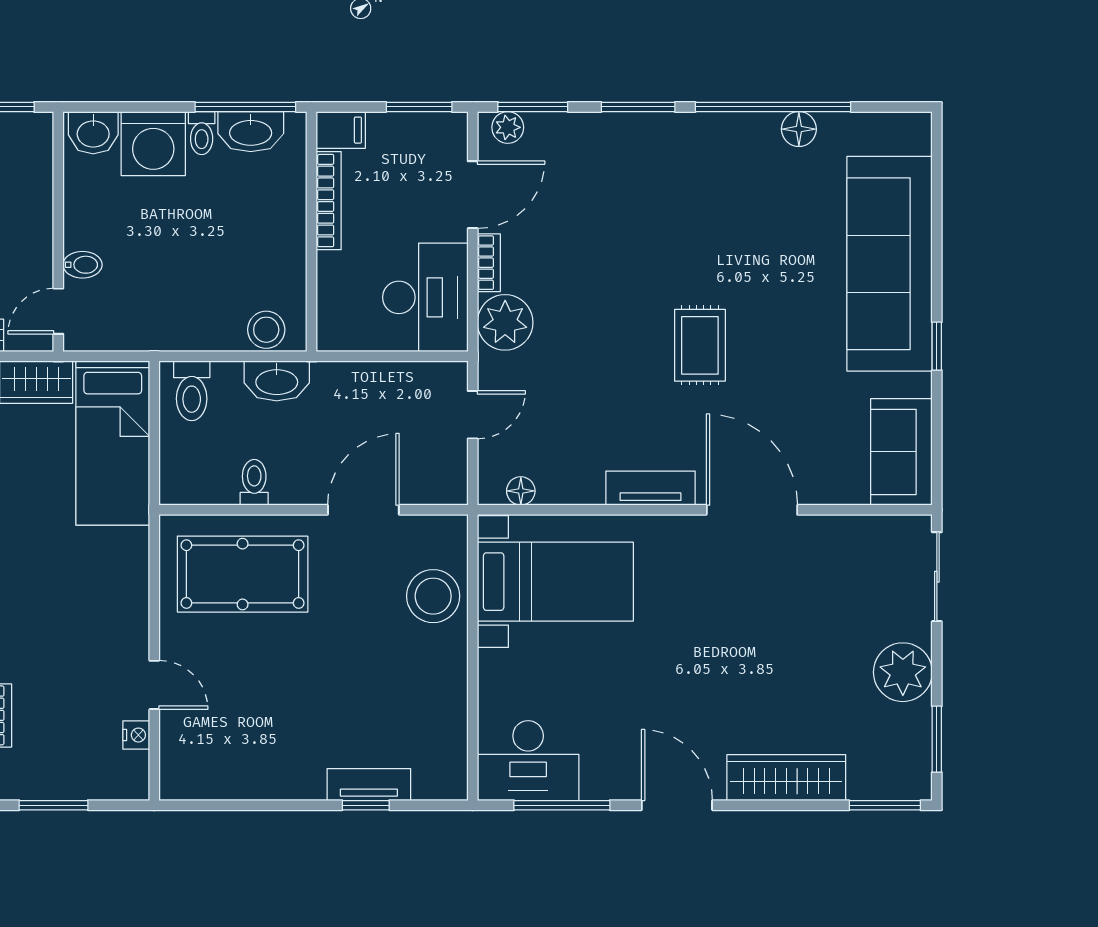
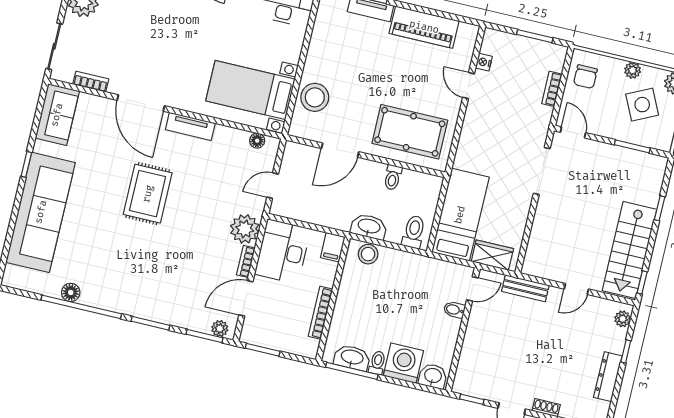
filing cabinet: (341, 130) -> (333, 247), moved, turned -90
rug: (700, 345) -> (148, 194), width x1.36, depth x1.43
bookcase: (854, 527) -> (91, 82), added
piano: (262, 774) -> (424, 27), added

